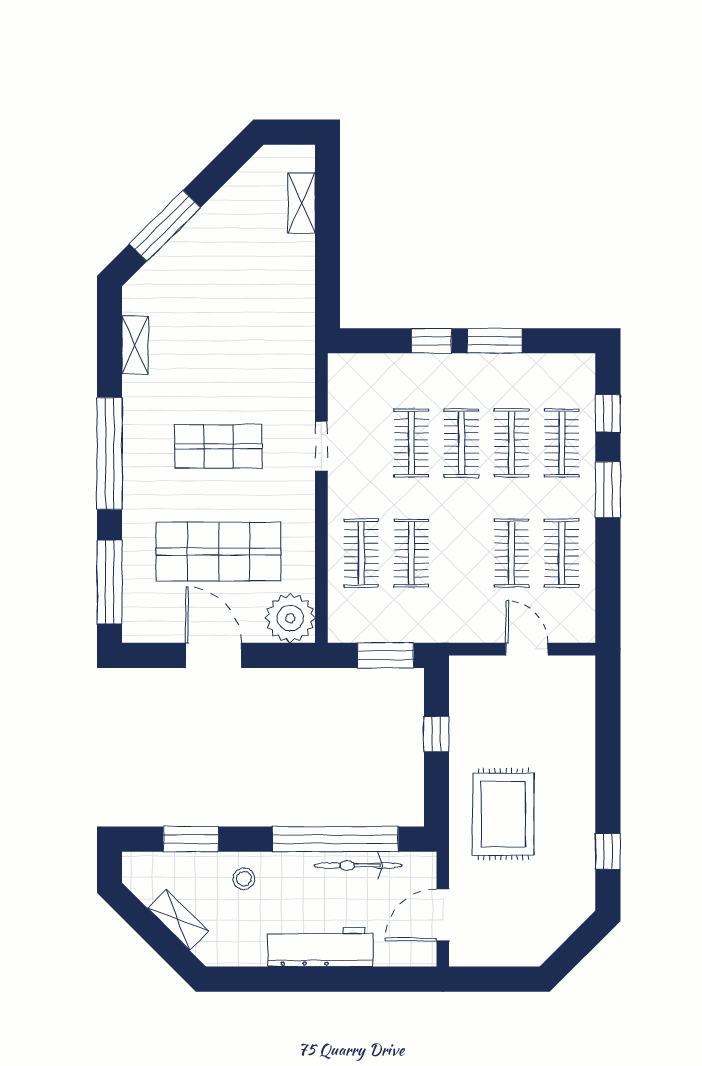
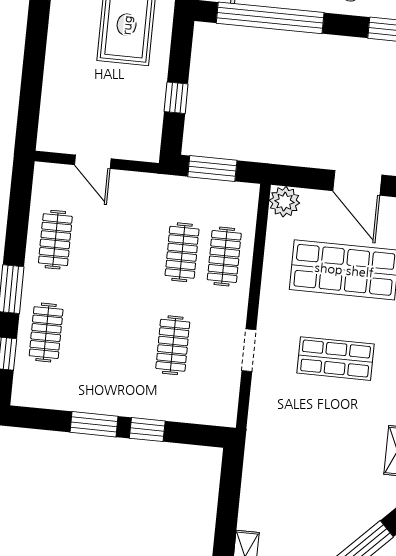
clothes rail: (461, 443) -> (131, 341), removed
clothes rail: (512, 443) -> (88, 337), removed
clothes rail: (512, 553) -> (98, 244), removed
plant: (290, 618) -> (284, 202), width x0.73, depth x0.73

